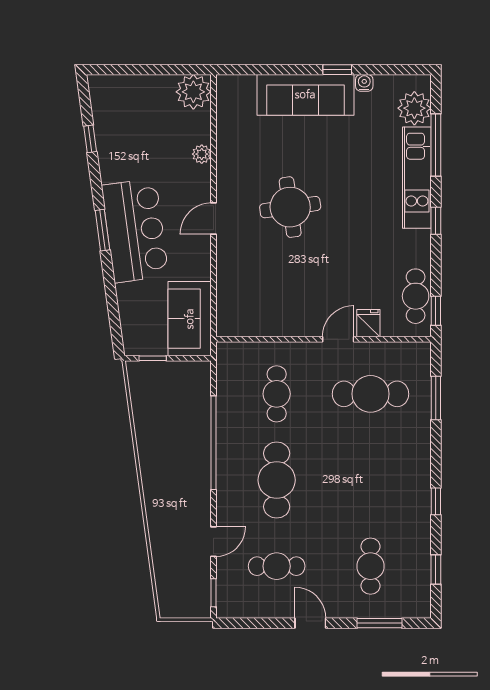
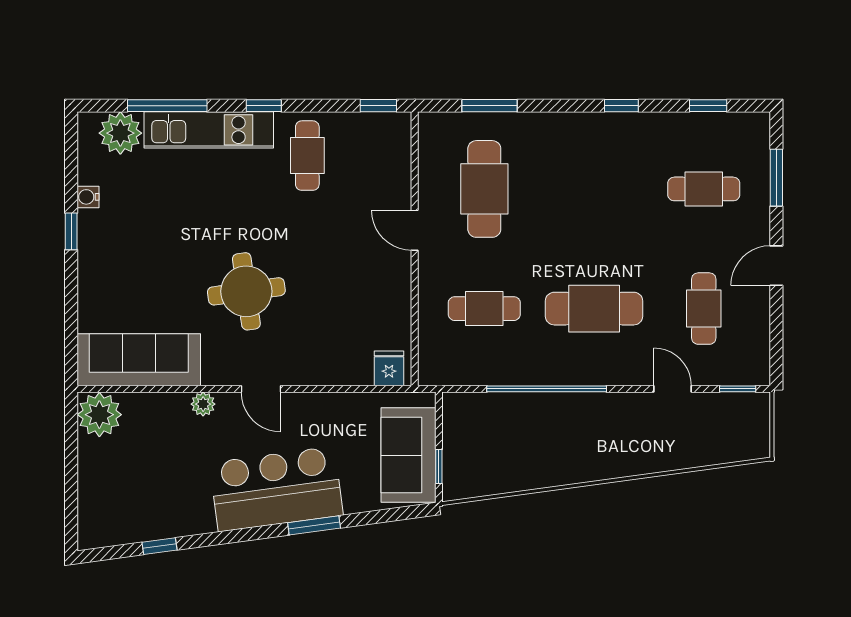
sofa: (305, 95) -> (139, 360), moved, turned -90
plant: (202, 154) -> (203, 404), moved
window: (102, 230) -> (314, 525), moved
cafe table: (416, 296) -> (307, 156), moved, turned 90
sofa: (190, 319) -> (408, 455), moved, turned 90
fridge: (368, 323) -> (389, 368), moved, turned 90

